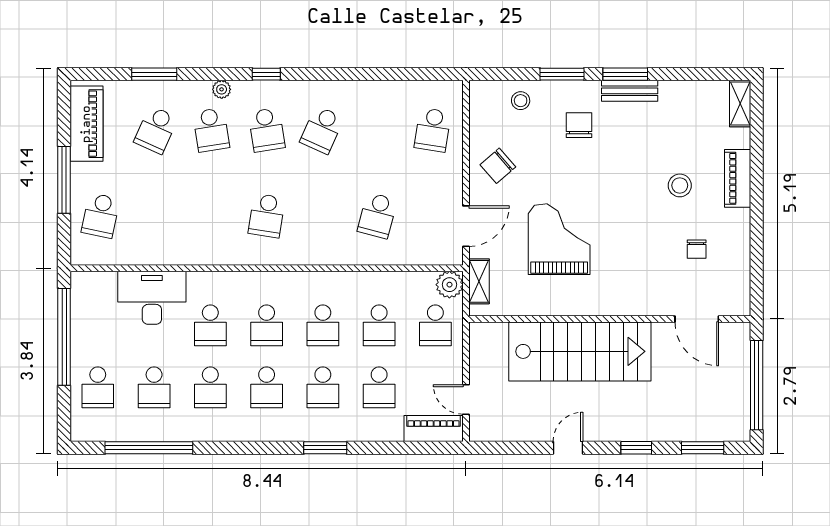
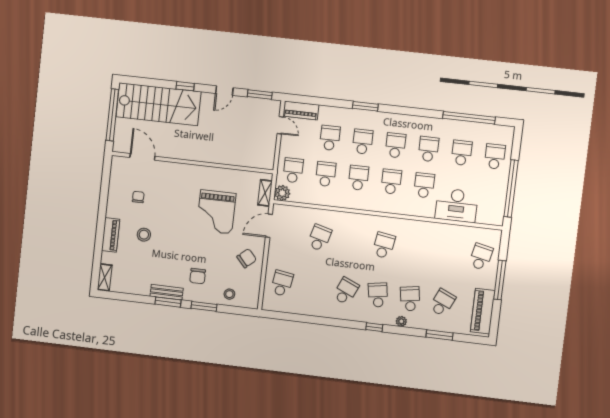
stairs: (580, 351) -> (159, 104), moved, turned 180
window: (703, 448) -> (260, 95), moved

